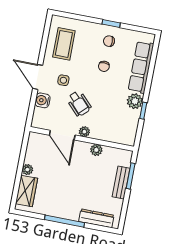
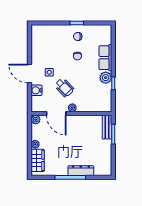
coffee table: (64, 44) -> (44, 45), removed
row of seats: (141, 67) -> (105, 58), width x0.68
plant: (96, 150) -> (36, 120), moved
bench: (121, 182) -> (107, 127), moved
dresser: (96, 218) -> (81, 171), moved

